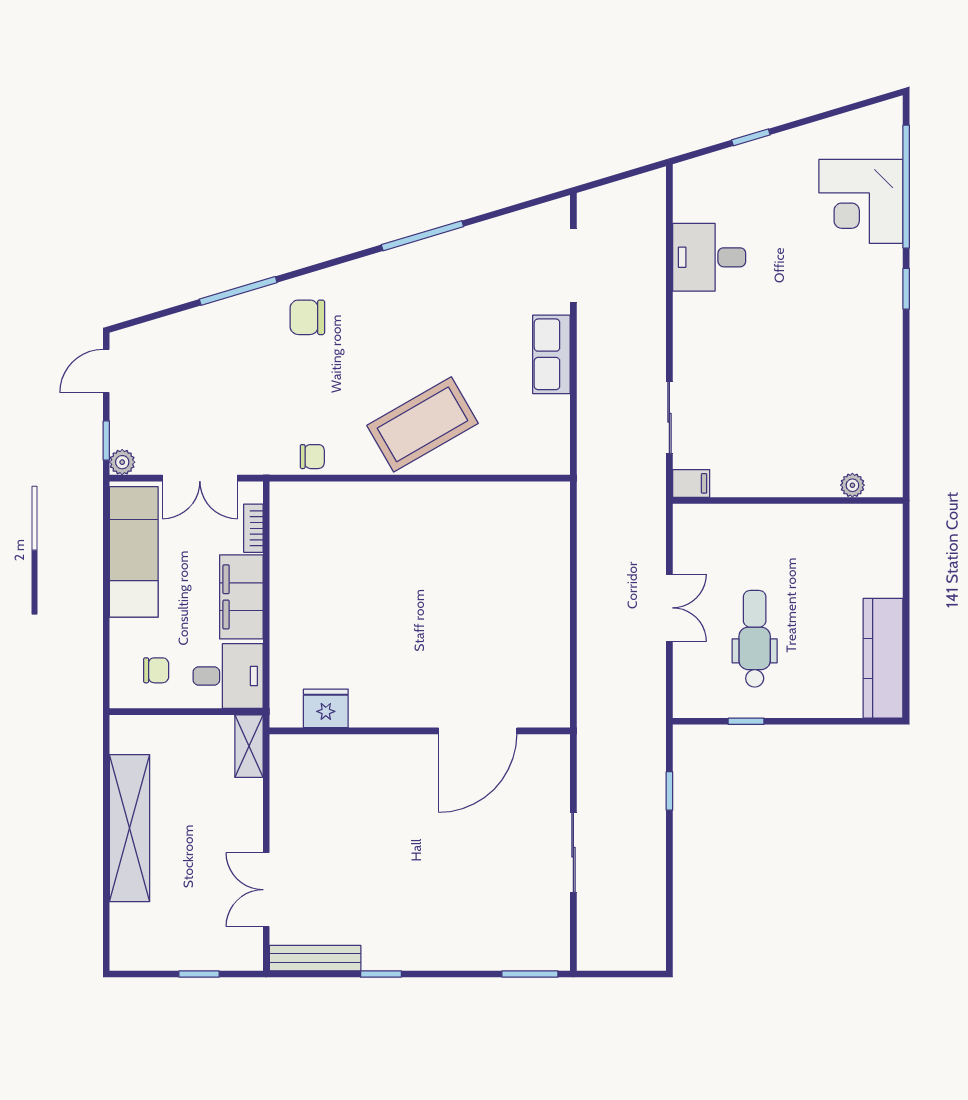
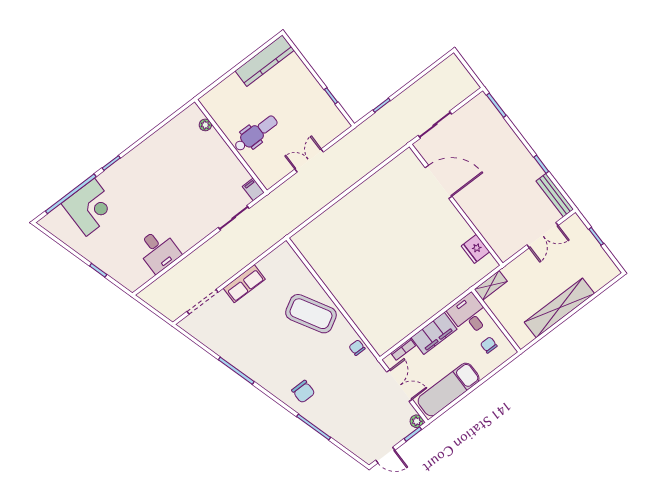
dental chair: (755, 639) -> (256, 134), moved, turned 180
fridge: (326, 708) -> (475, 249), moved
wall: (420, 731) -> (456, 205), moved
door: (478, 731) -> (439, 182), moved

